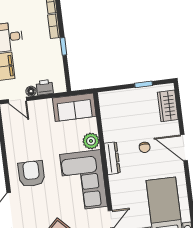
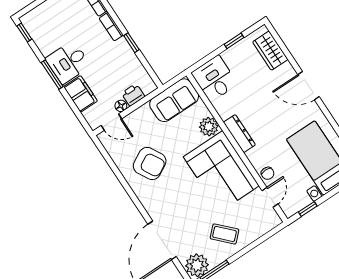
desk: (114, 106) -> (215, 79), added
chair: (145, 147) -> (268, 173), moved
armchair: (31, 174) -> (150, 163), moved, turned 151

